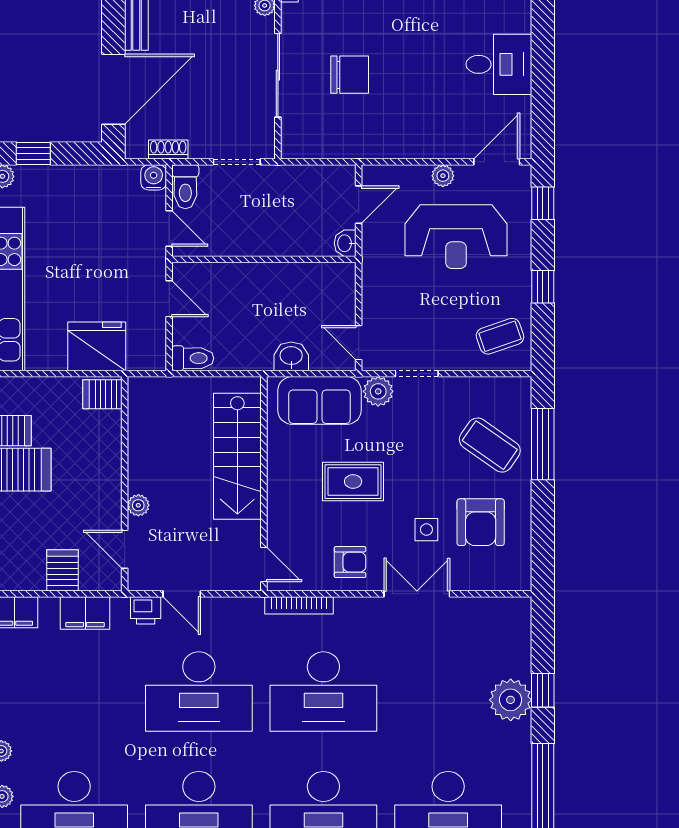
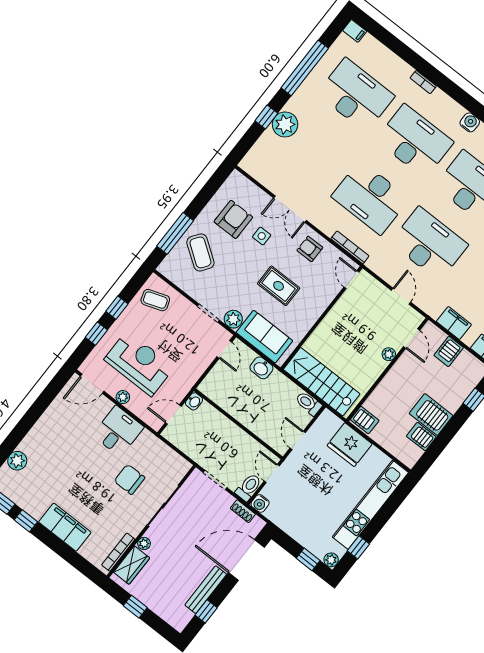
desk: (499, 64) -> (118, 431), moved, turned 90
window: (543, 203) -> (96, 334), moved
stairs: (237, 456) -> (322, 382), moved, turned -90
printer: (146, 610) -> (424, 302), removed
desk: (323, 692) -> (370, 198), turned 180

